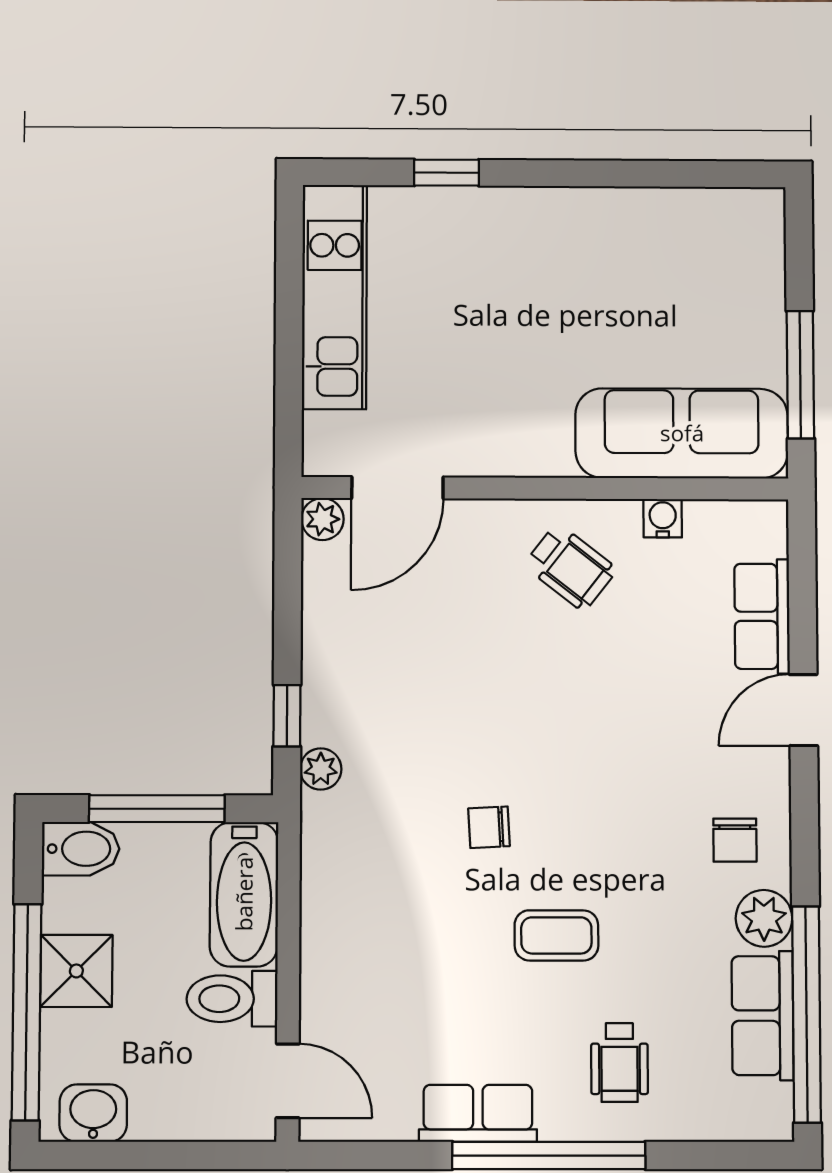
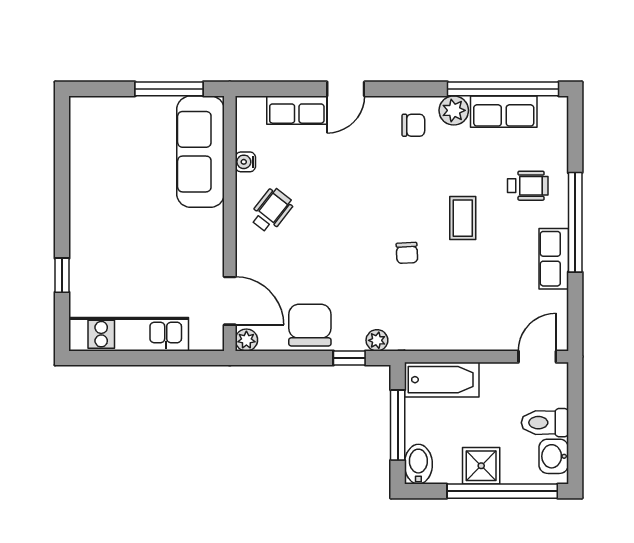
chair: (350, 640) -> (310, 325), added
door: (804, 710) -> (346, 89), hinge flipped
toilet: (232, 999) -> (545, 423), moved, turned 90

